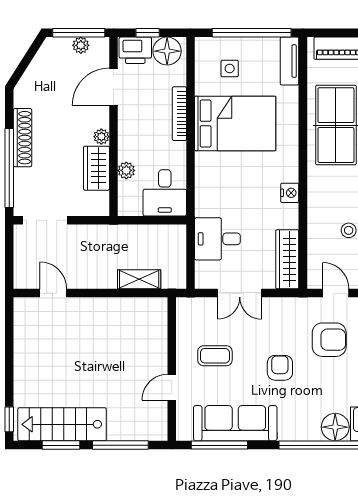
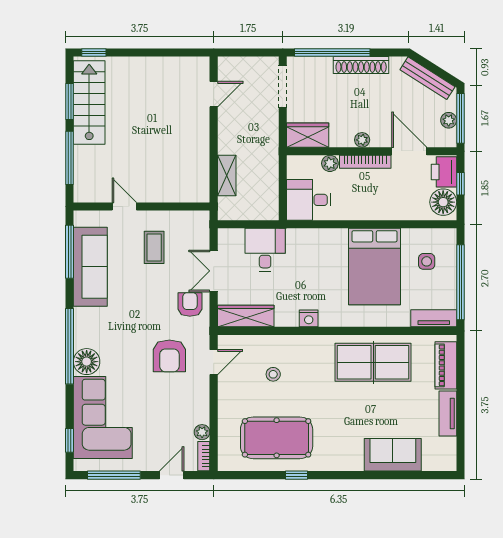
bench: (36, 68) -> (427, 78), added
bookcase: (179, 114) -> (365, 162), moved, turned 180
wardrobe: (96, 168) -> (308, 135), moved
armchair: (280, 368) -> (190, 304), moved, turned -90

